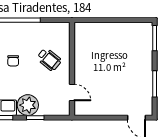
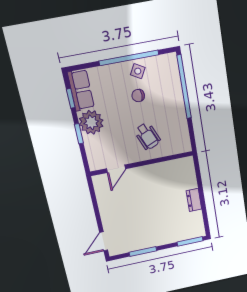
dresser: (115, 28) -> (194, 200), added
wheelchair: (49, 59) -> (148, 136), turned -62

